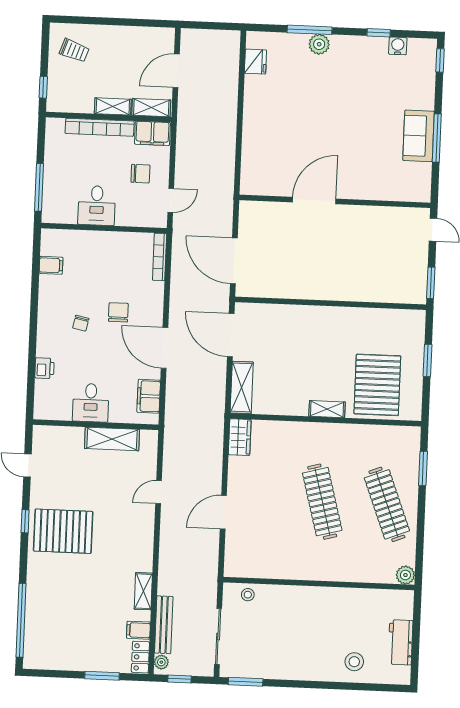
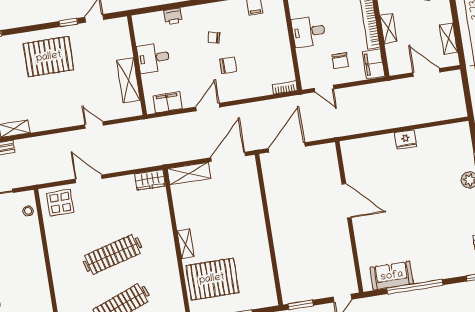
fridge: (255, 62) -> (406, 139), moved
shelving: (151, 108) -> (449, 39), moved
sofa: (419, 136) -> (392, 276), moved
window: (437, 138) -> (415, 287), width x1.46
bookcase: (160, 257) -> (285, 88), width x0.64
door: (165, 348) -> (208, 107), width x0.73
window: (25, 521) -> (68, 22), moved
pallet: (63, 531) -> (49, 57), turned 90
display table: (246, 553) -> (60, 203), added

